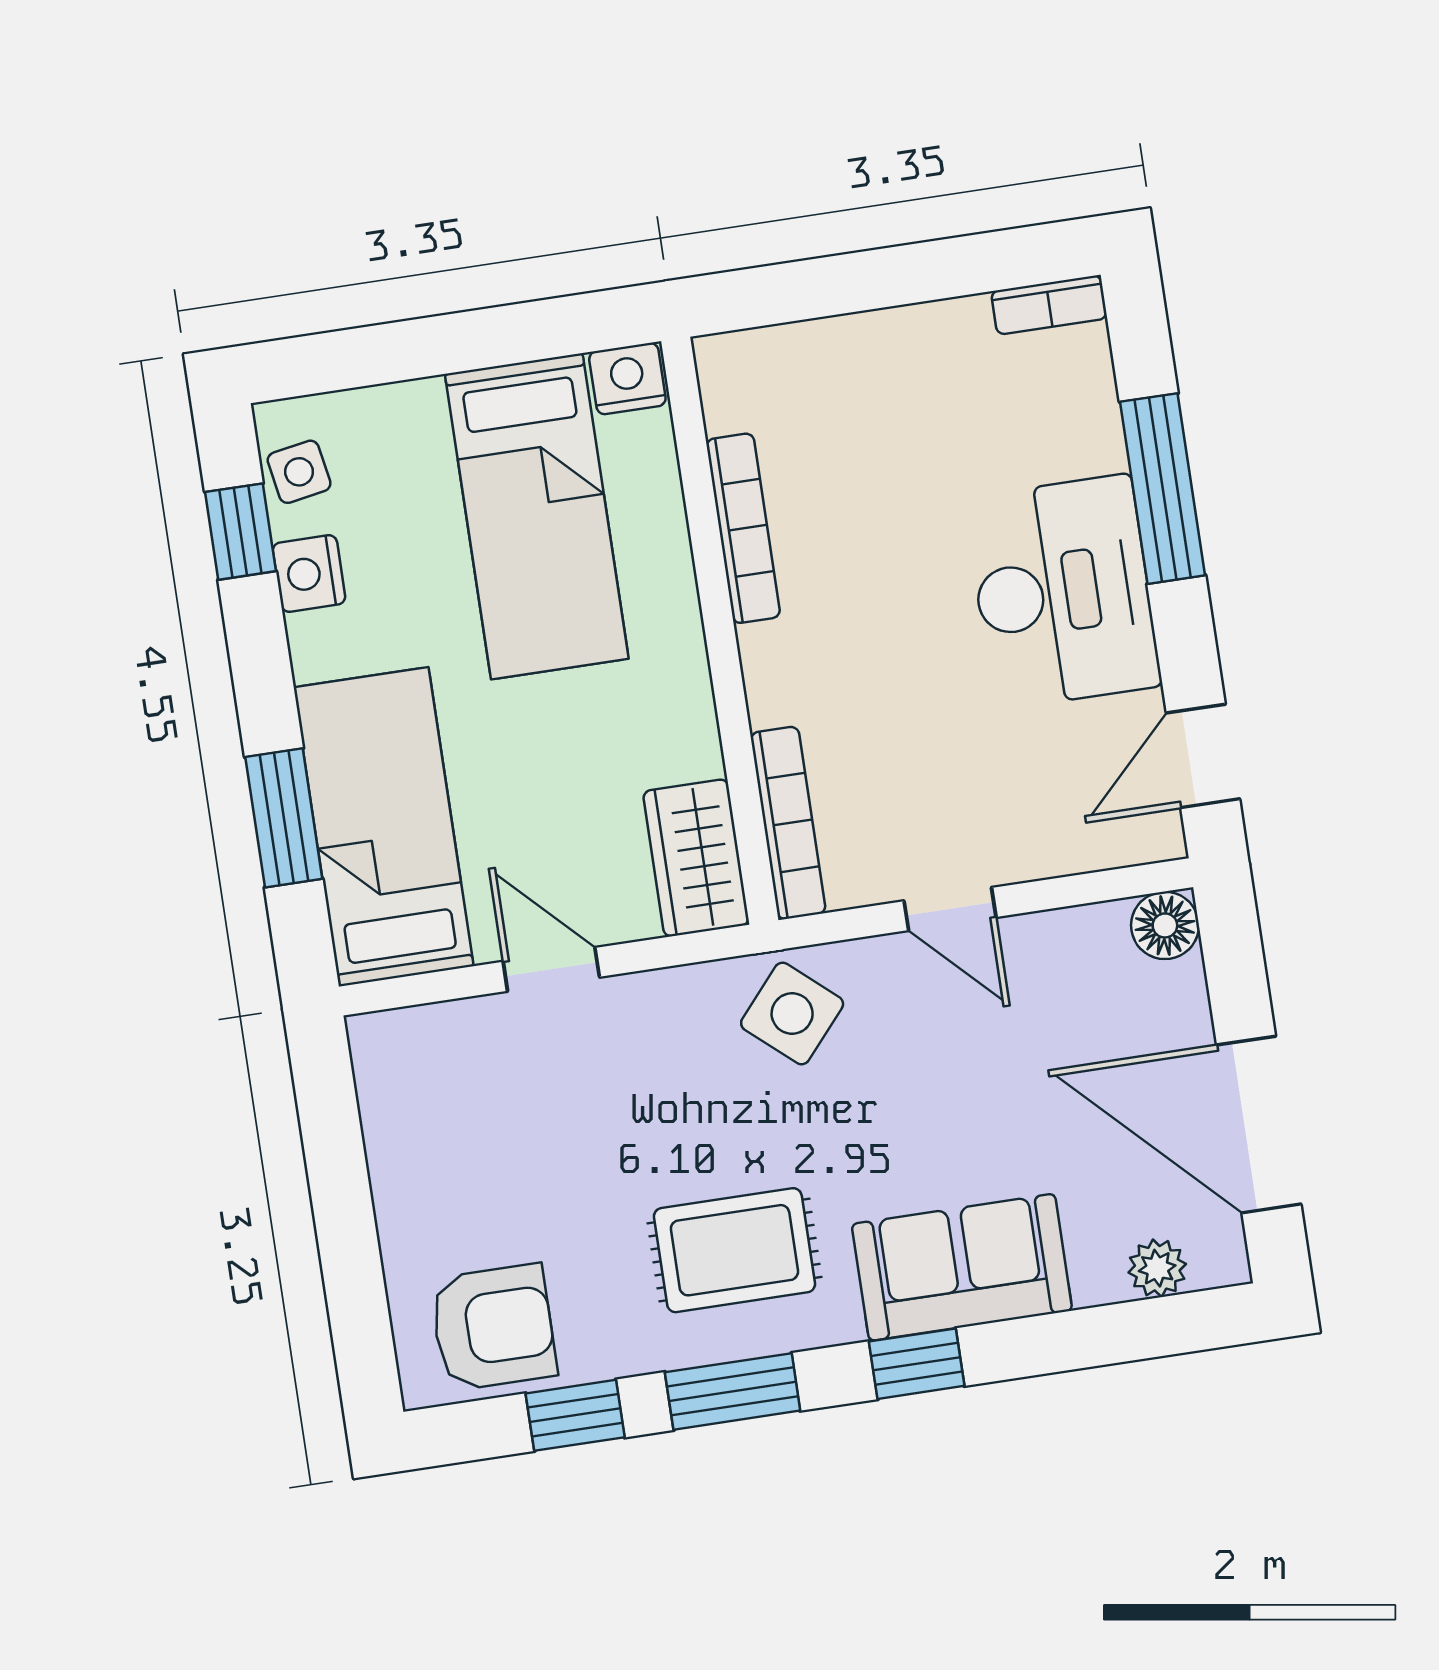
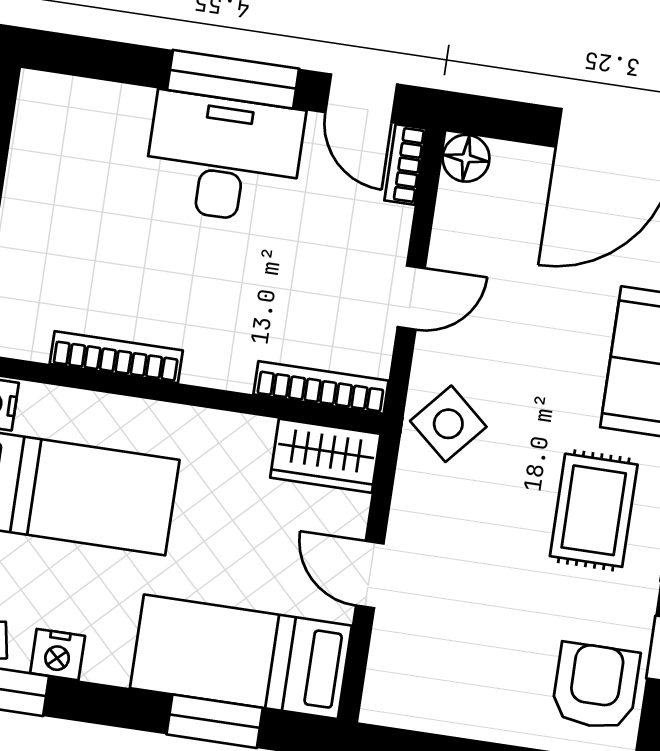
bookcase: (1049, 305) -> (405, 164), moved, turned 180
window: (1163, 489) -> (233, 79), moved
door: (551, 969) -> (370, 575), hinge flipped

